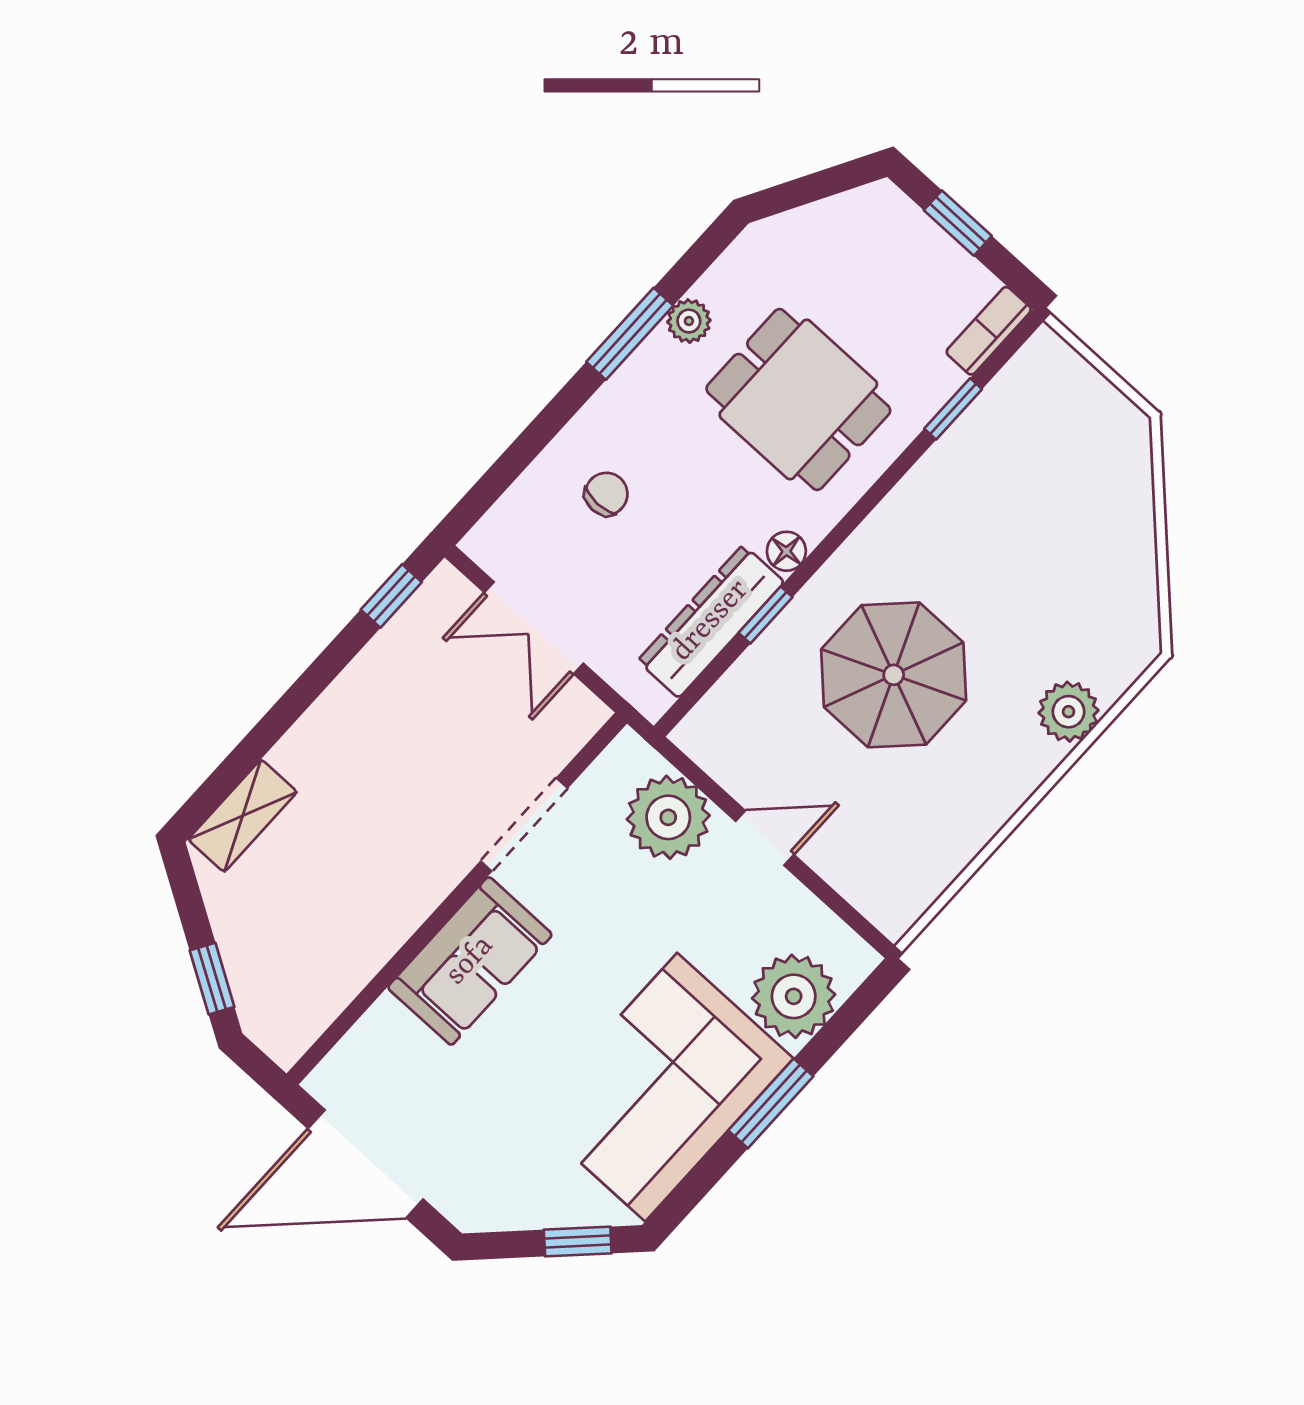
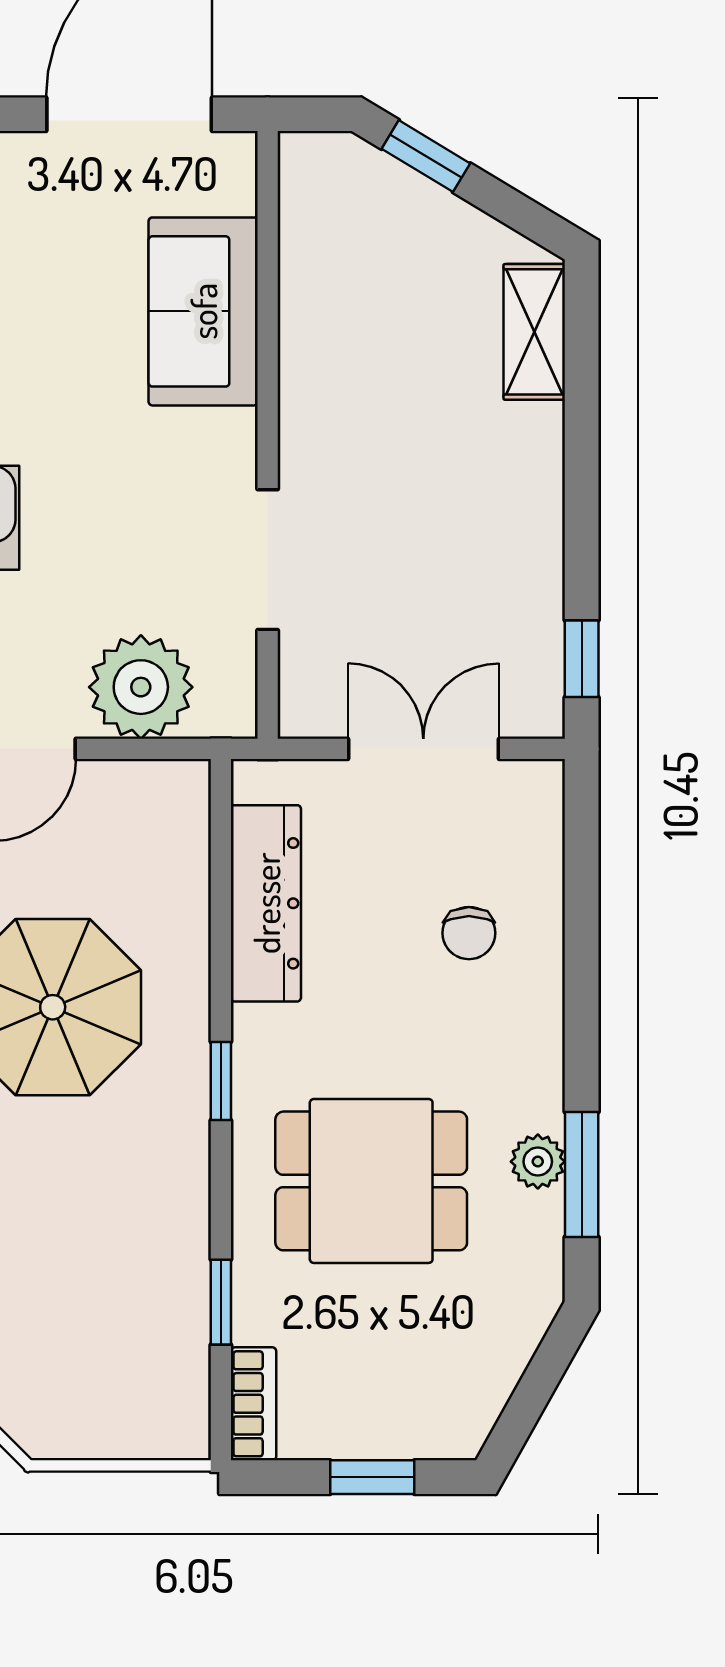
window: (630, 334) -> (582, 1174), moved
floor lamp: (786, 551) -> (255, 1031), removed
window: (765, 615) -> (221, 1081), moved
sofa: (470, 961) -> (203, 311), moved

